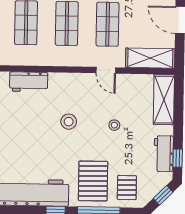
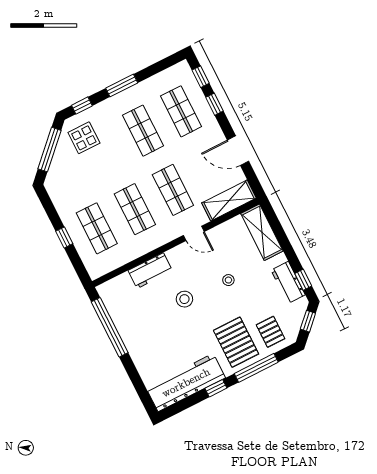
workbench: (29, 82) -> (150, 271), moved

